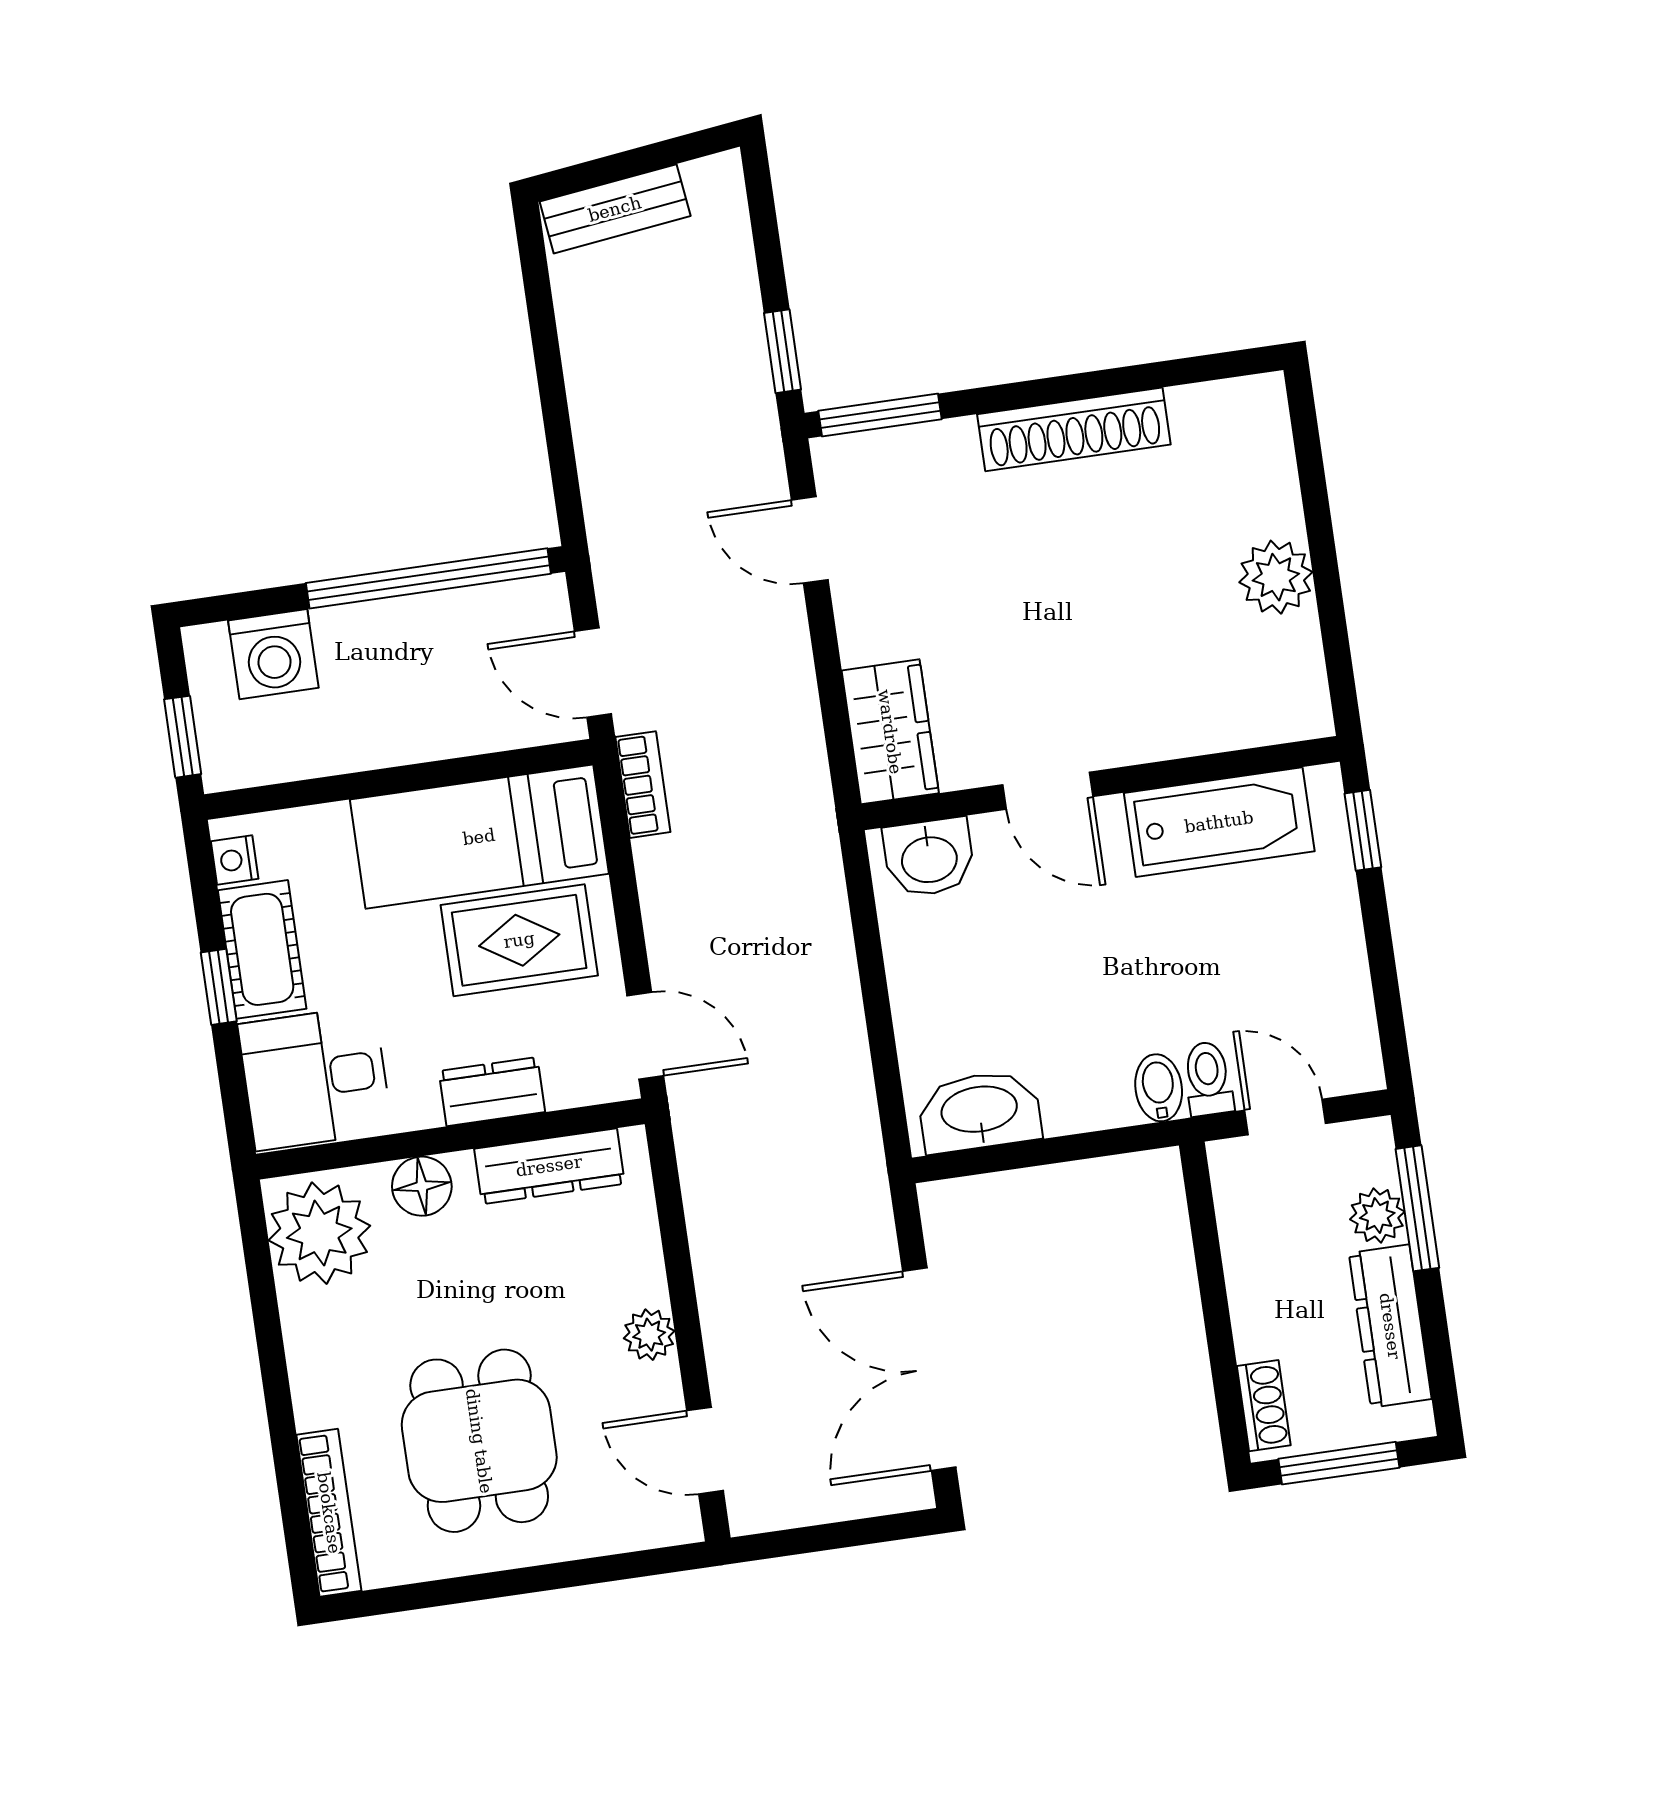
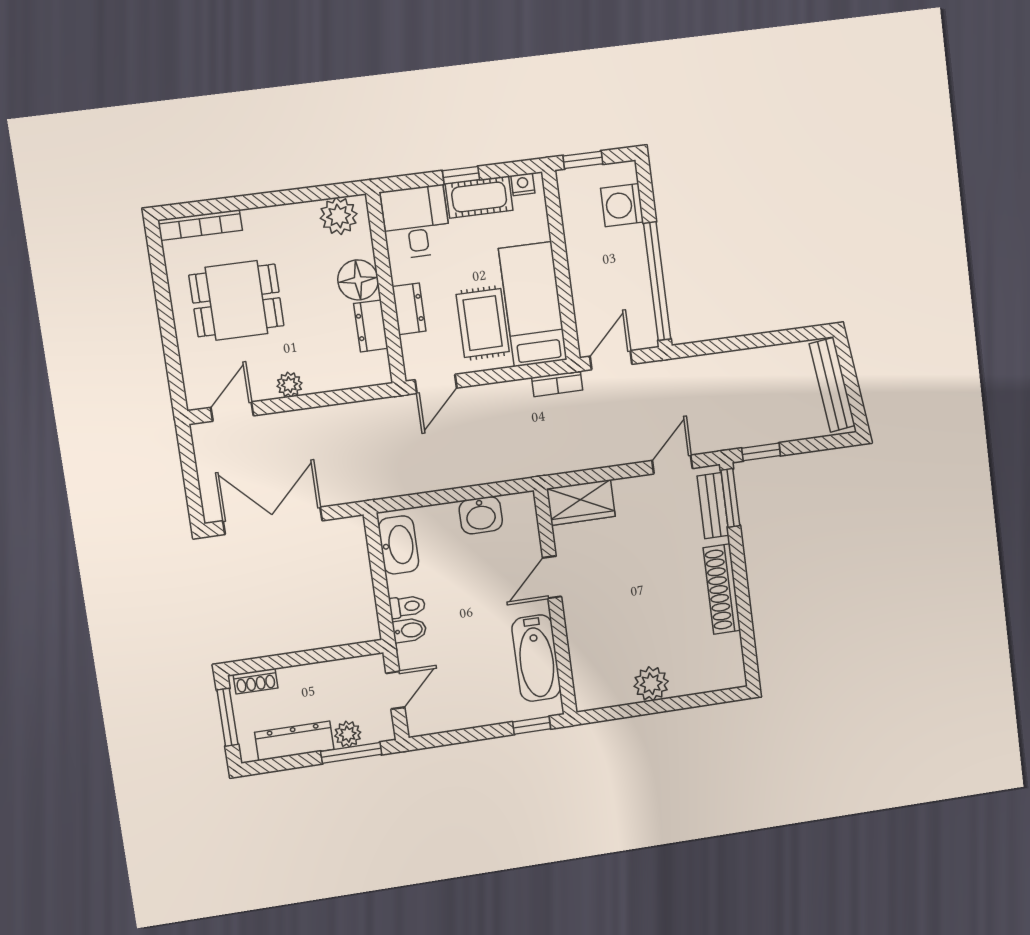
bench: (615, 209) -> (832, 385), width x1.36
bench: (897, 452) -> (713, 506), added
washbasin: (929, 858) -> (481, 515), moved, turned -90
toilet: (1208, 1079) -> (407, 606), moved
dresser: (549, 1166) -> (371, 326), width x0.70
floor lamp: (422, 1186) -> (358, 280), width x1.38, depth x1.38
plant: (319, 1233) -> (339, 216), width x0.73, depth x0.73

